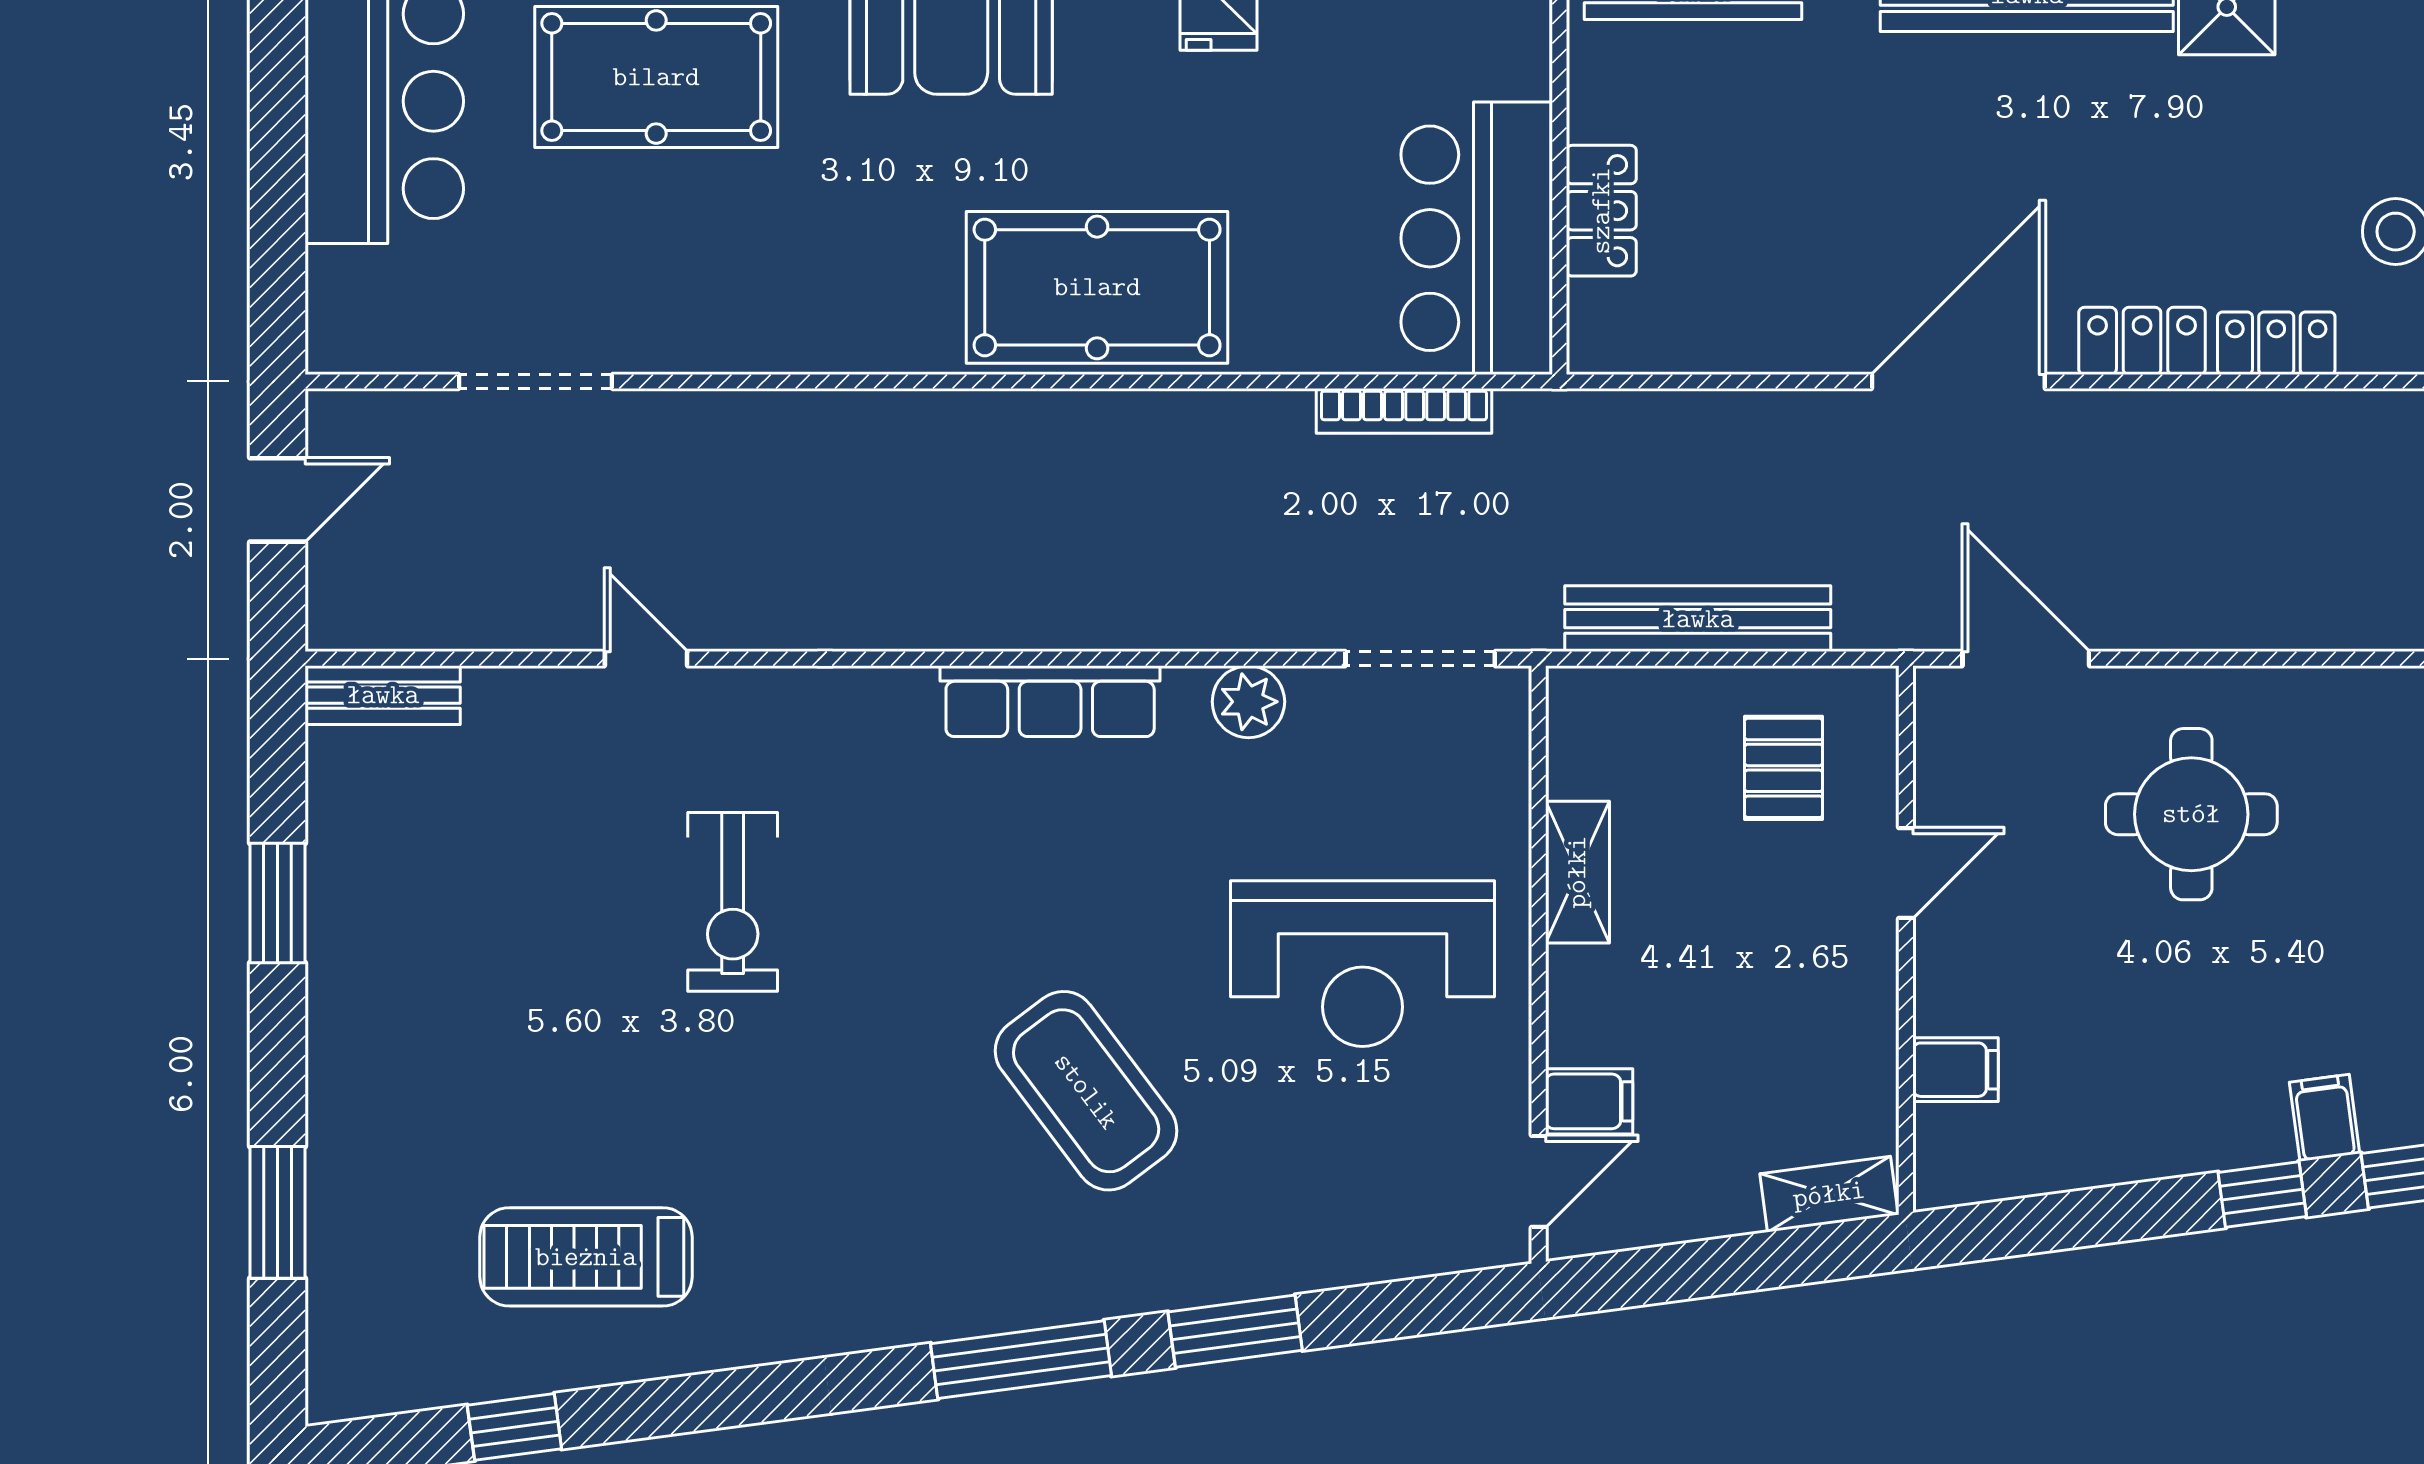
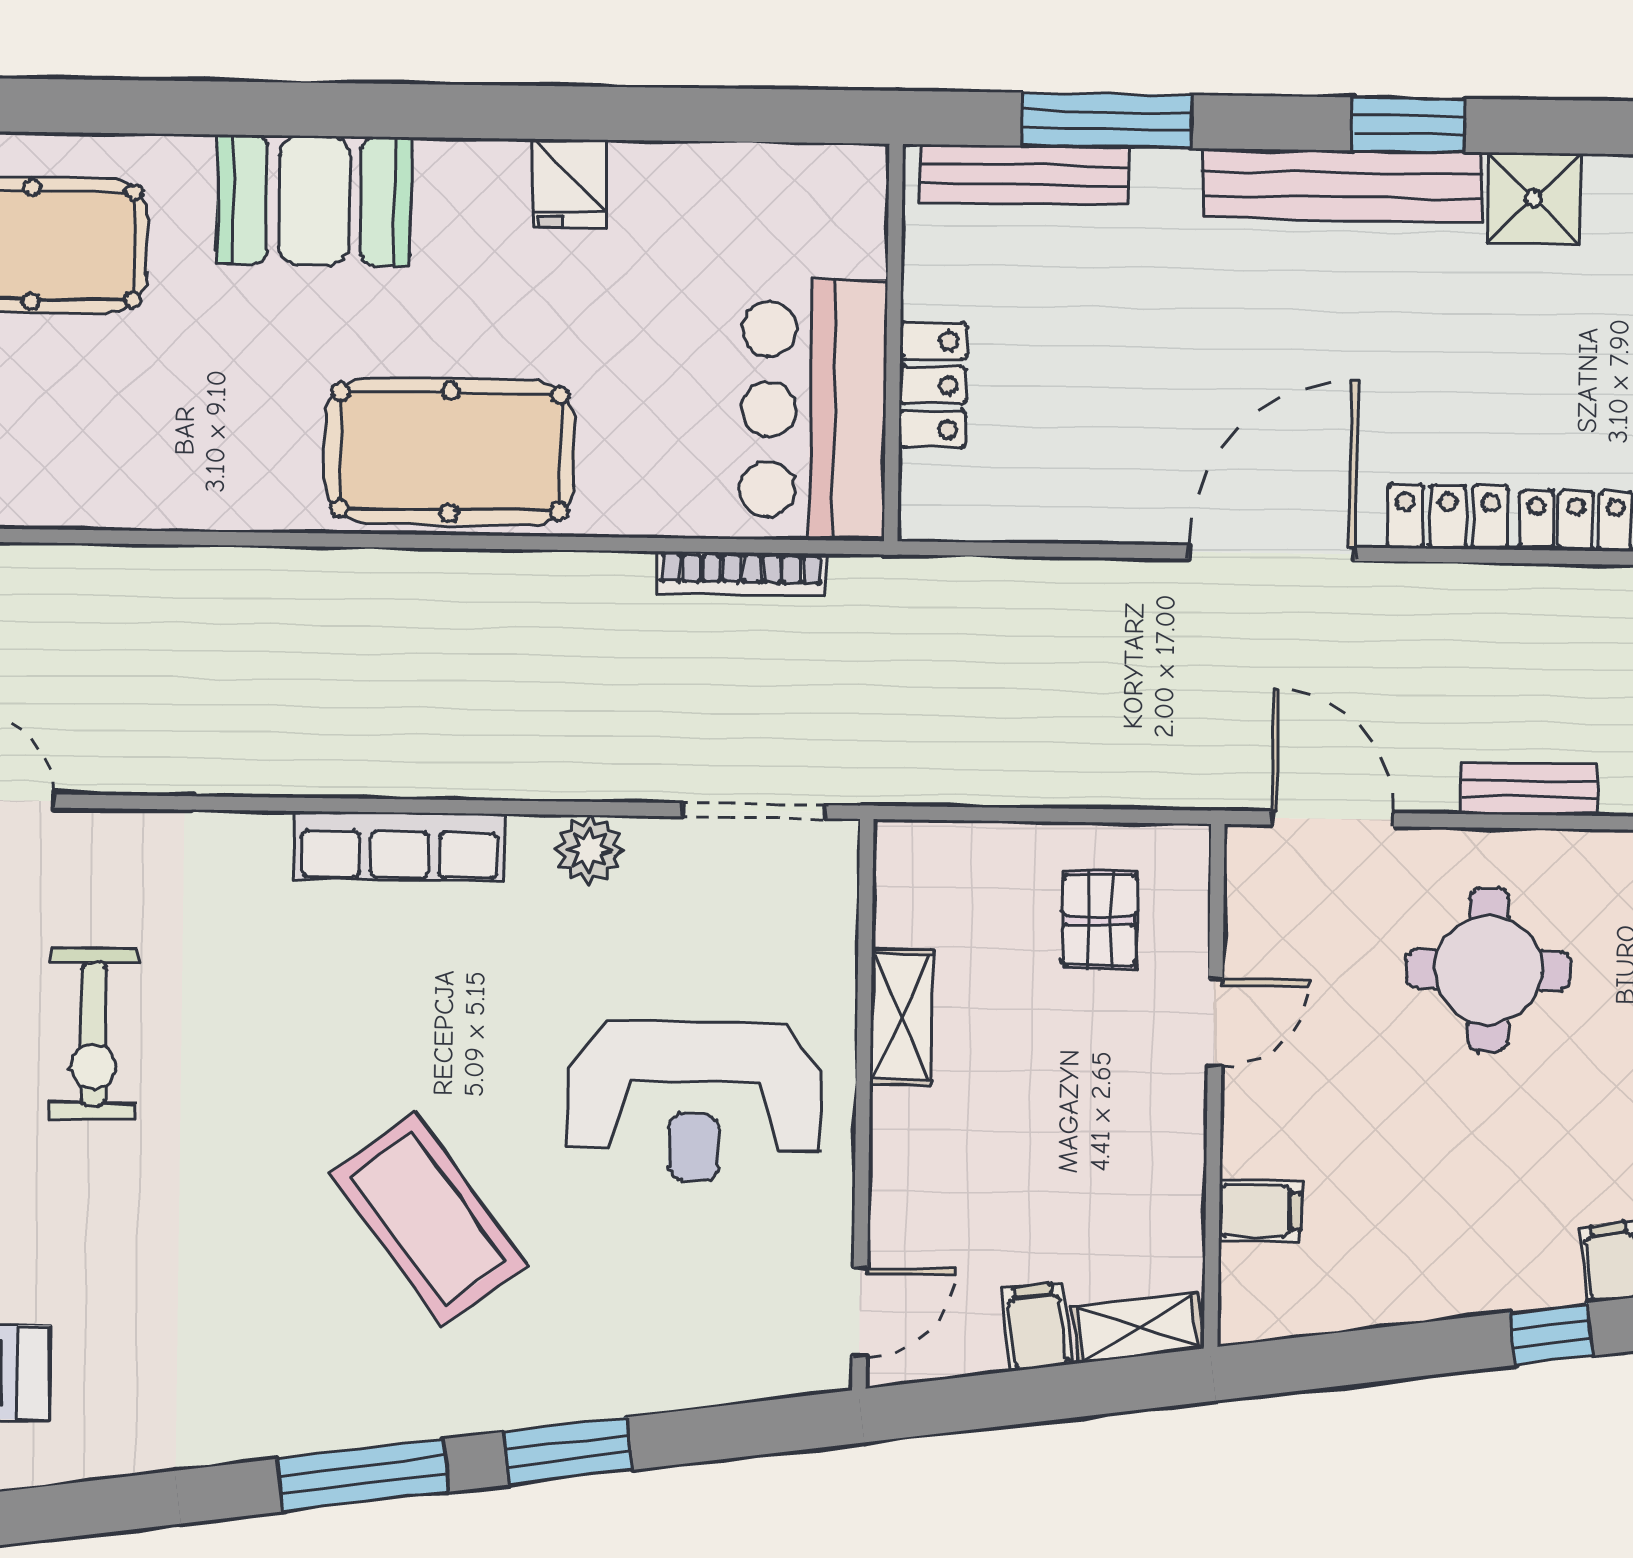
bench: (1698, 619) -> (1529, 789), moved, width x0.54, depth x0.82
filing cabinet: (1589, 1101) -> (1037, 1327), moved, turned -98

